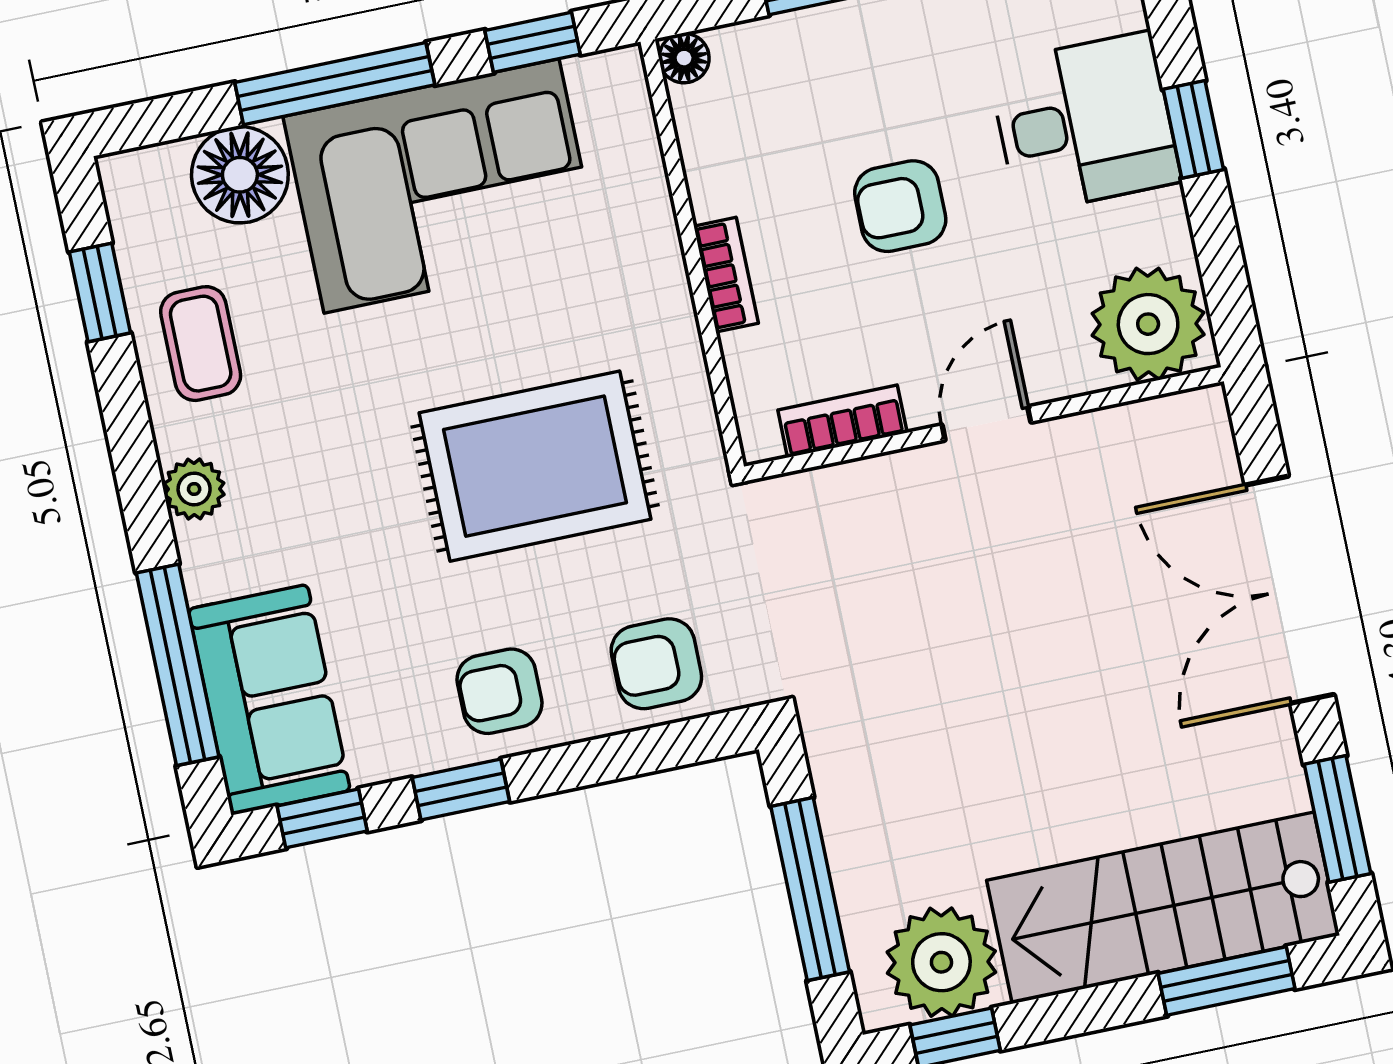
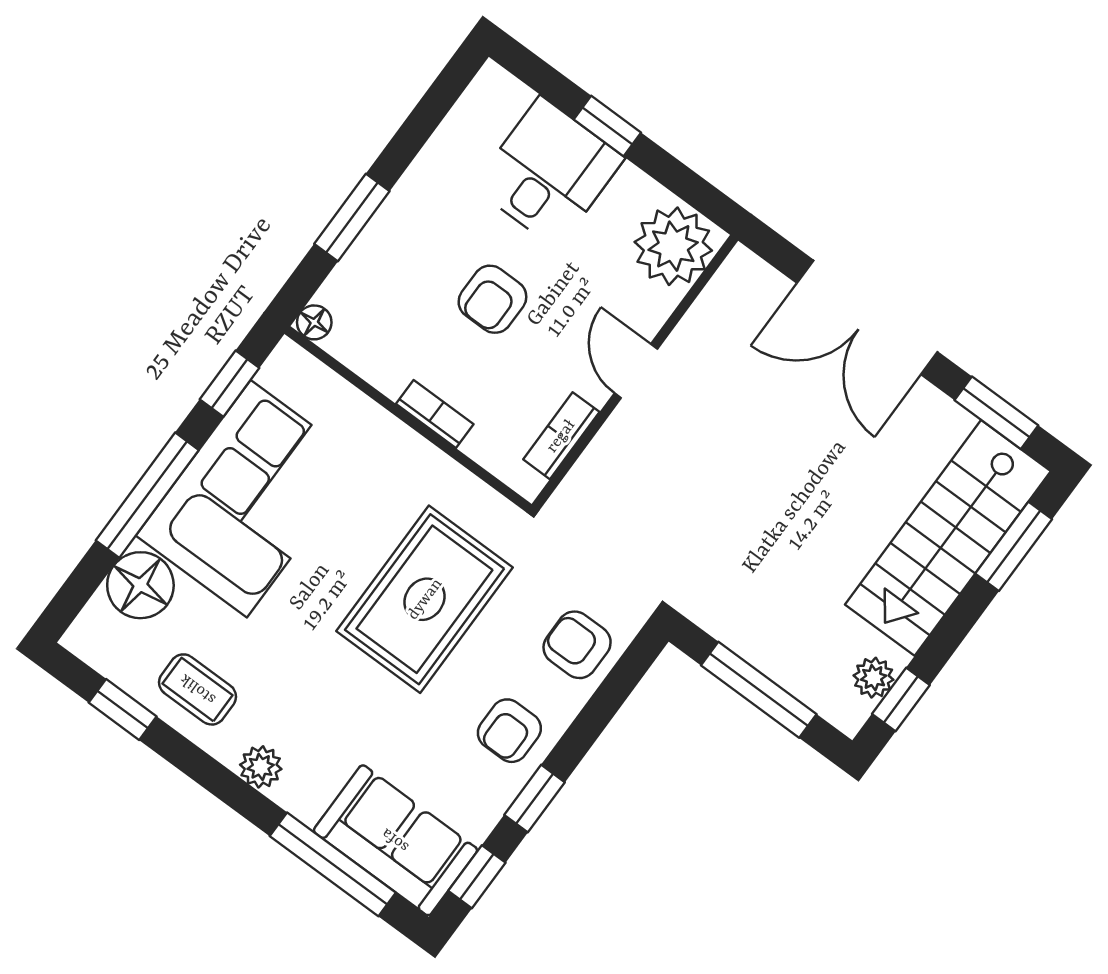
armchair: (656, 664) -> (577, 645), turned 90
plant: (941, 962) -> (874, 678), width x0.53, depth x0.53

